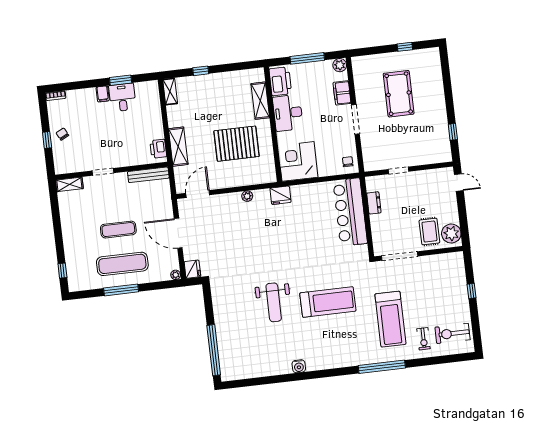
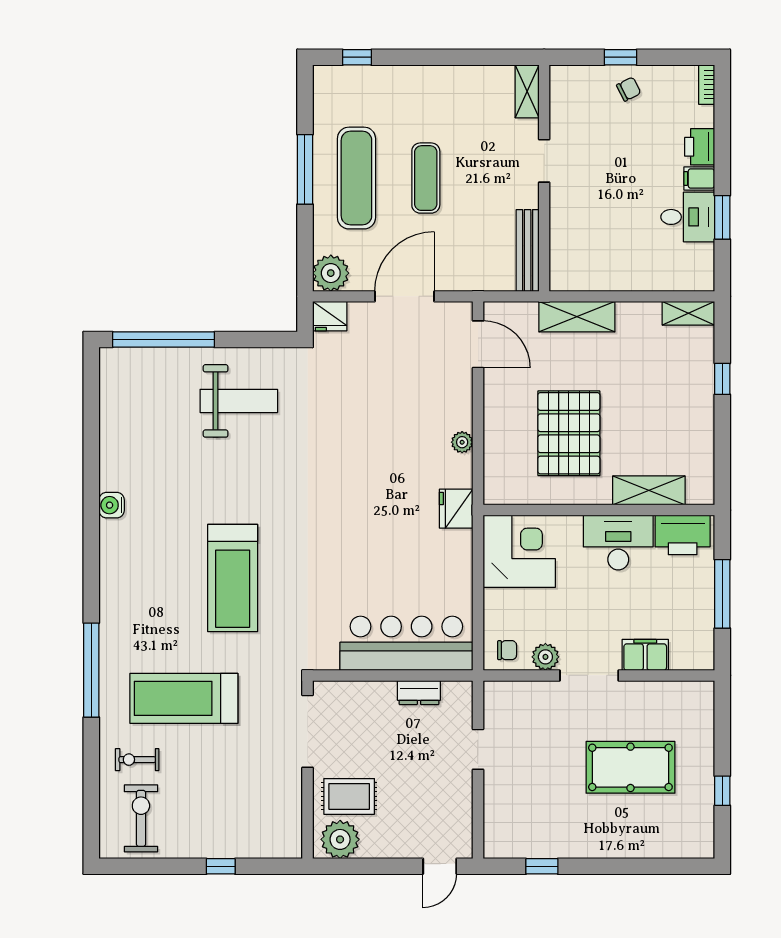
plant: (340, 65) -> (545, 657), moved
printer: (158, 149) -> (700, 147), moved, turned -90
plant: (176, 275) -> (331, 273), width x1.87, depth x1.87
weight bench: (274, 302) -> (239, 401), moved, turned 180

